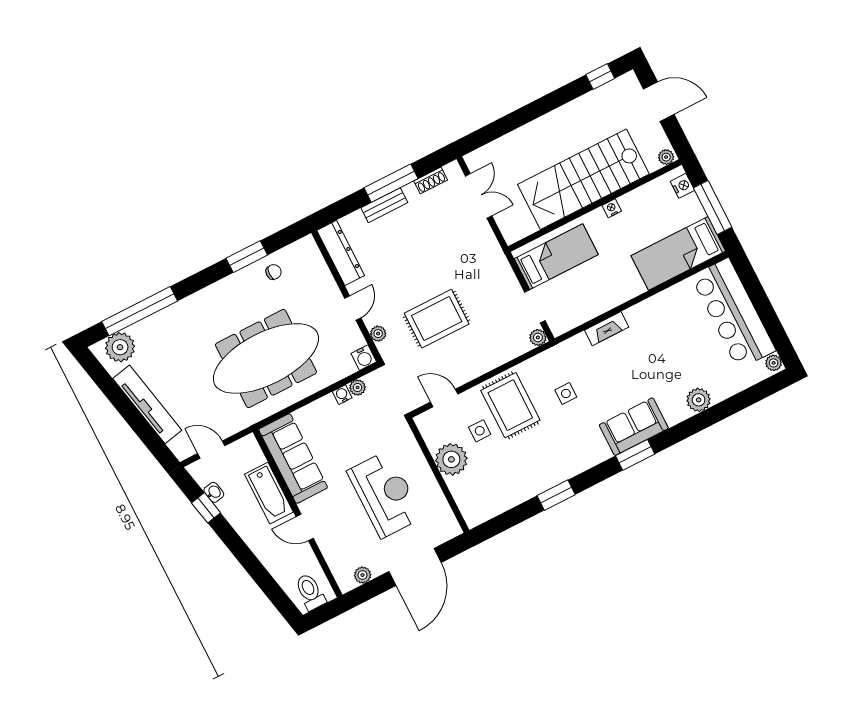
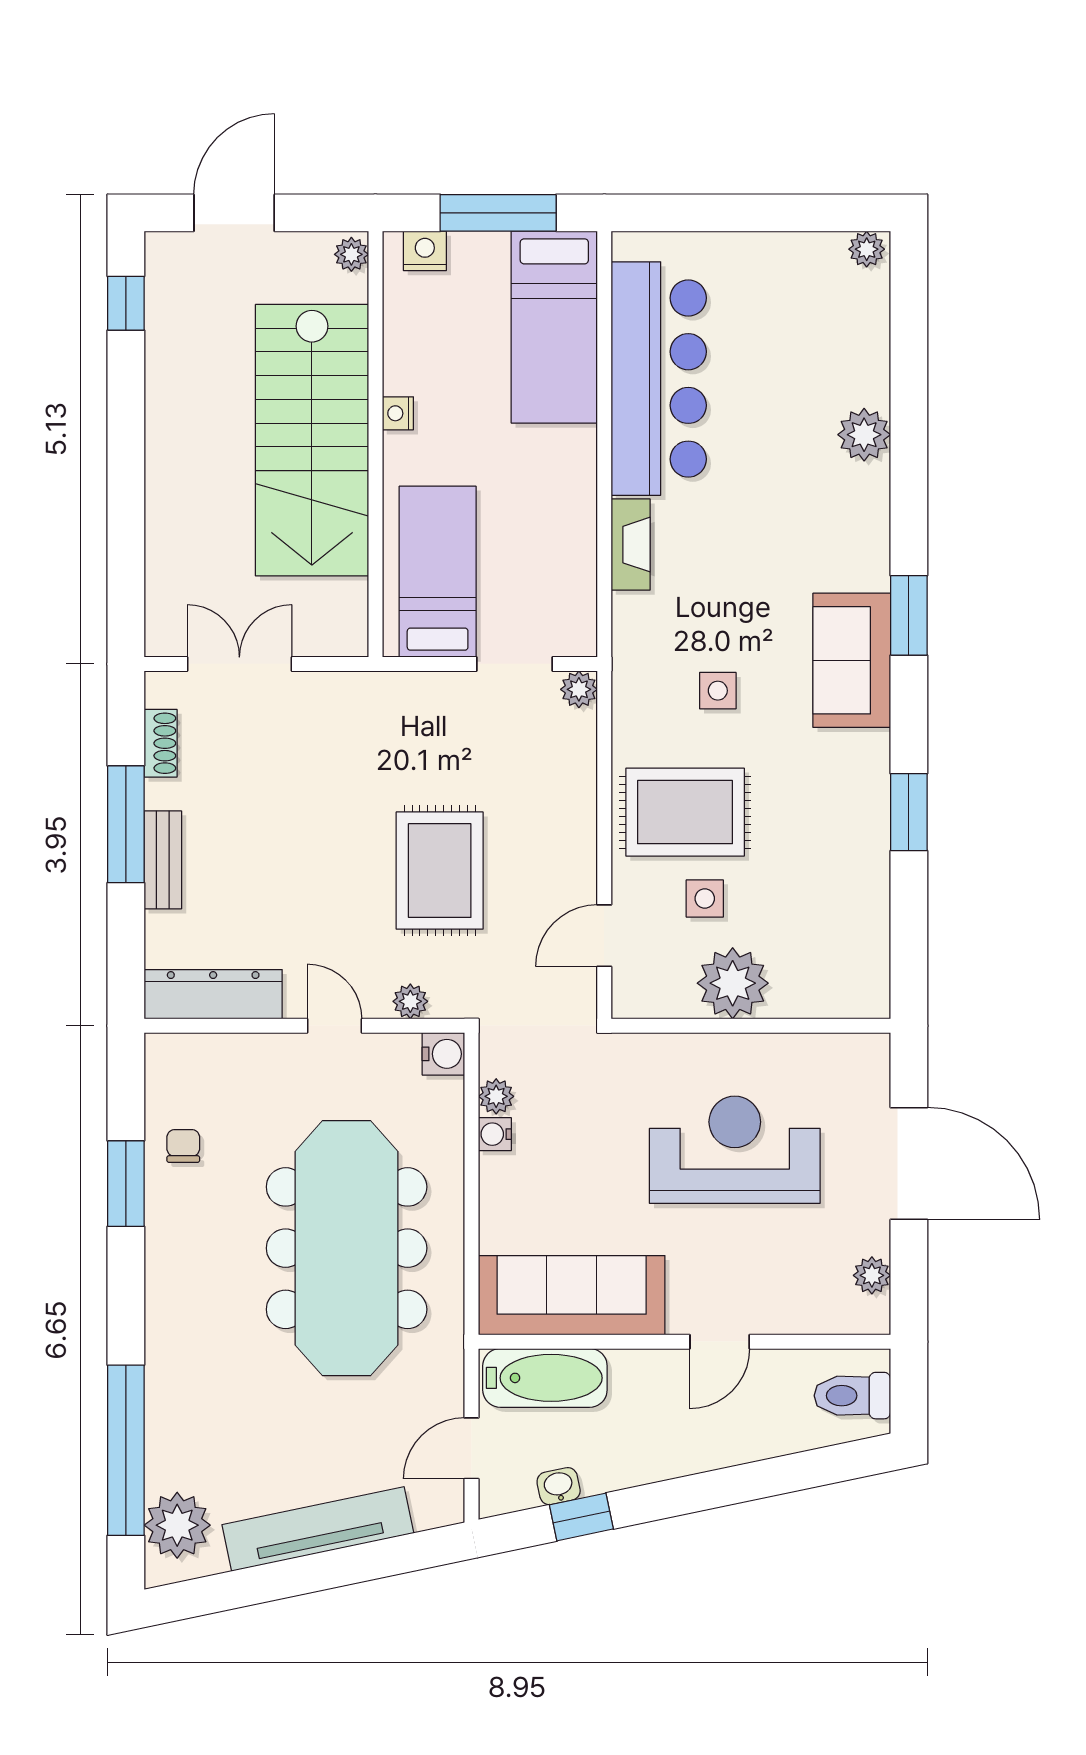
bar counter: (733, 313) -> (659, 379), moved, turned -90
sofa: (634, 427) -> (852, 660), moved
bathtub: (269, 493) -> (545, 1378), moved

